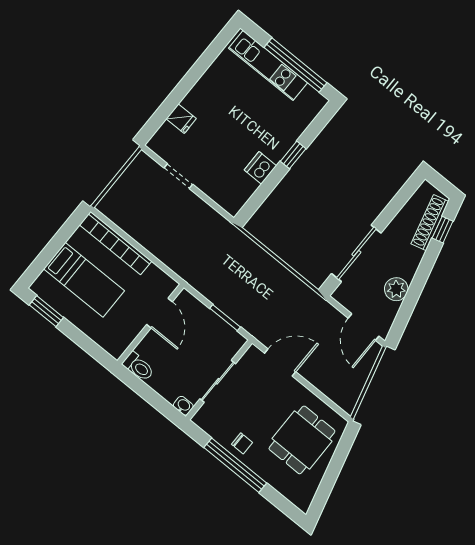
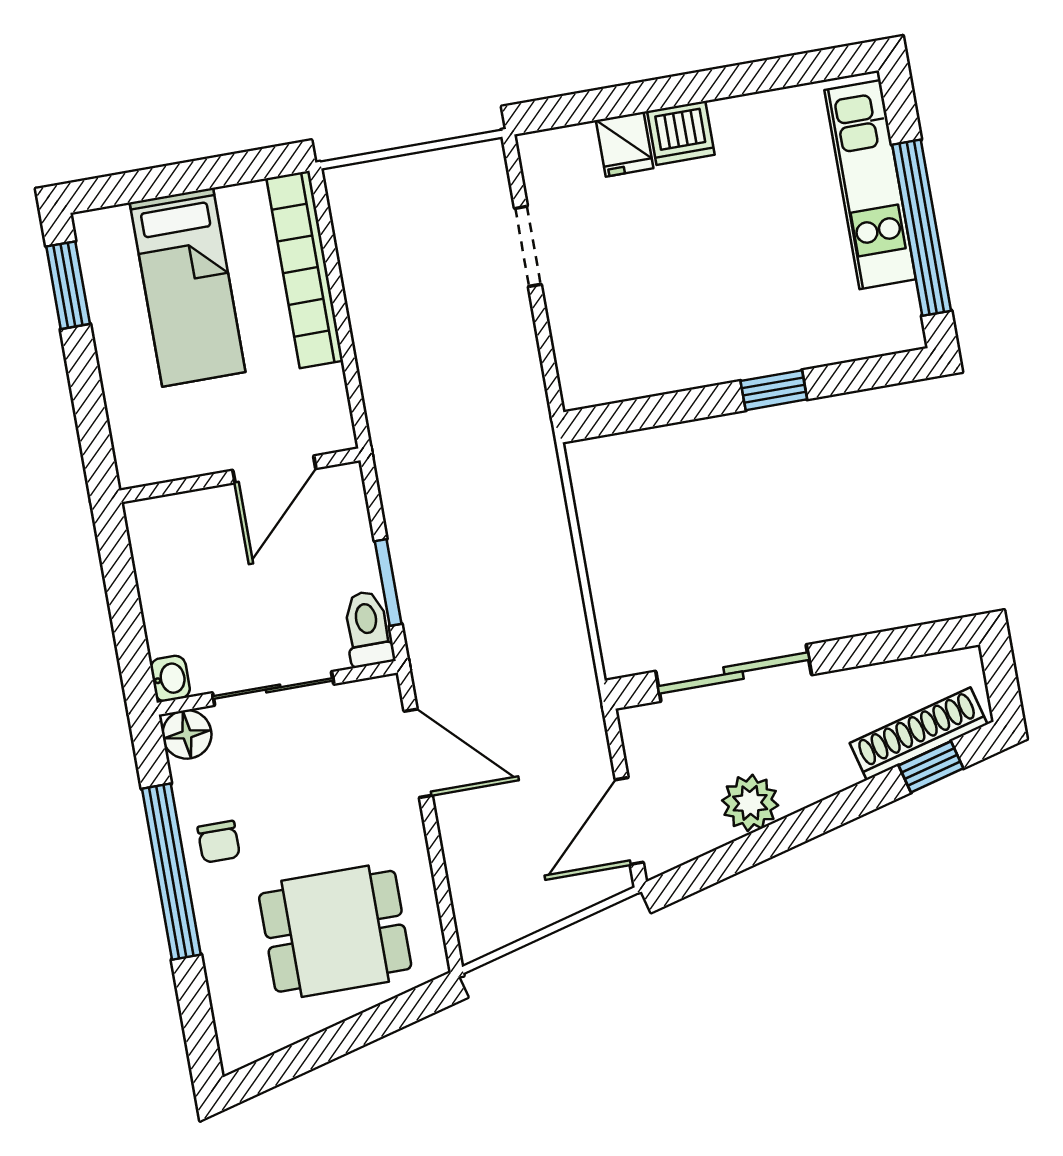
dishwasher: (260, 168) -> (681, 133), moved, turned 180
toilet: (138, 367) -> (368, 629), moved, turned 180
floor lamp: (203, 419) -> (187, 734), added

